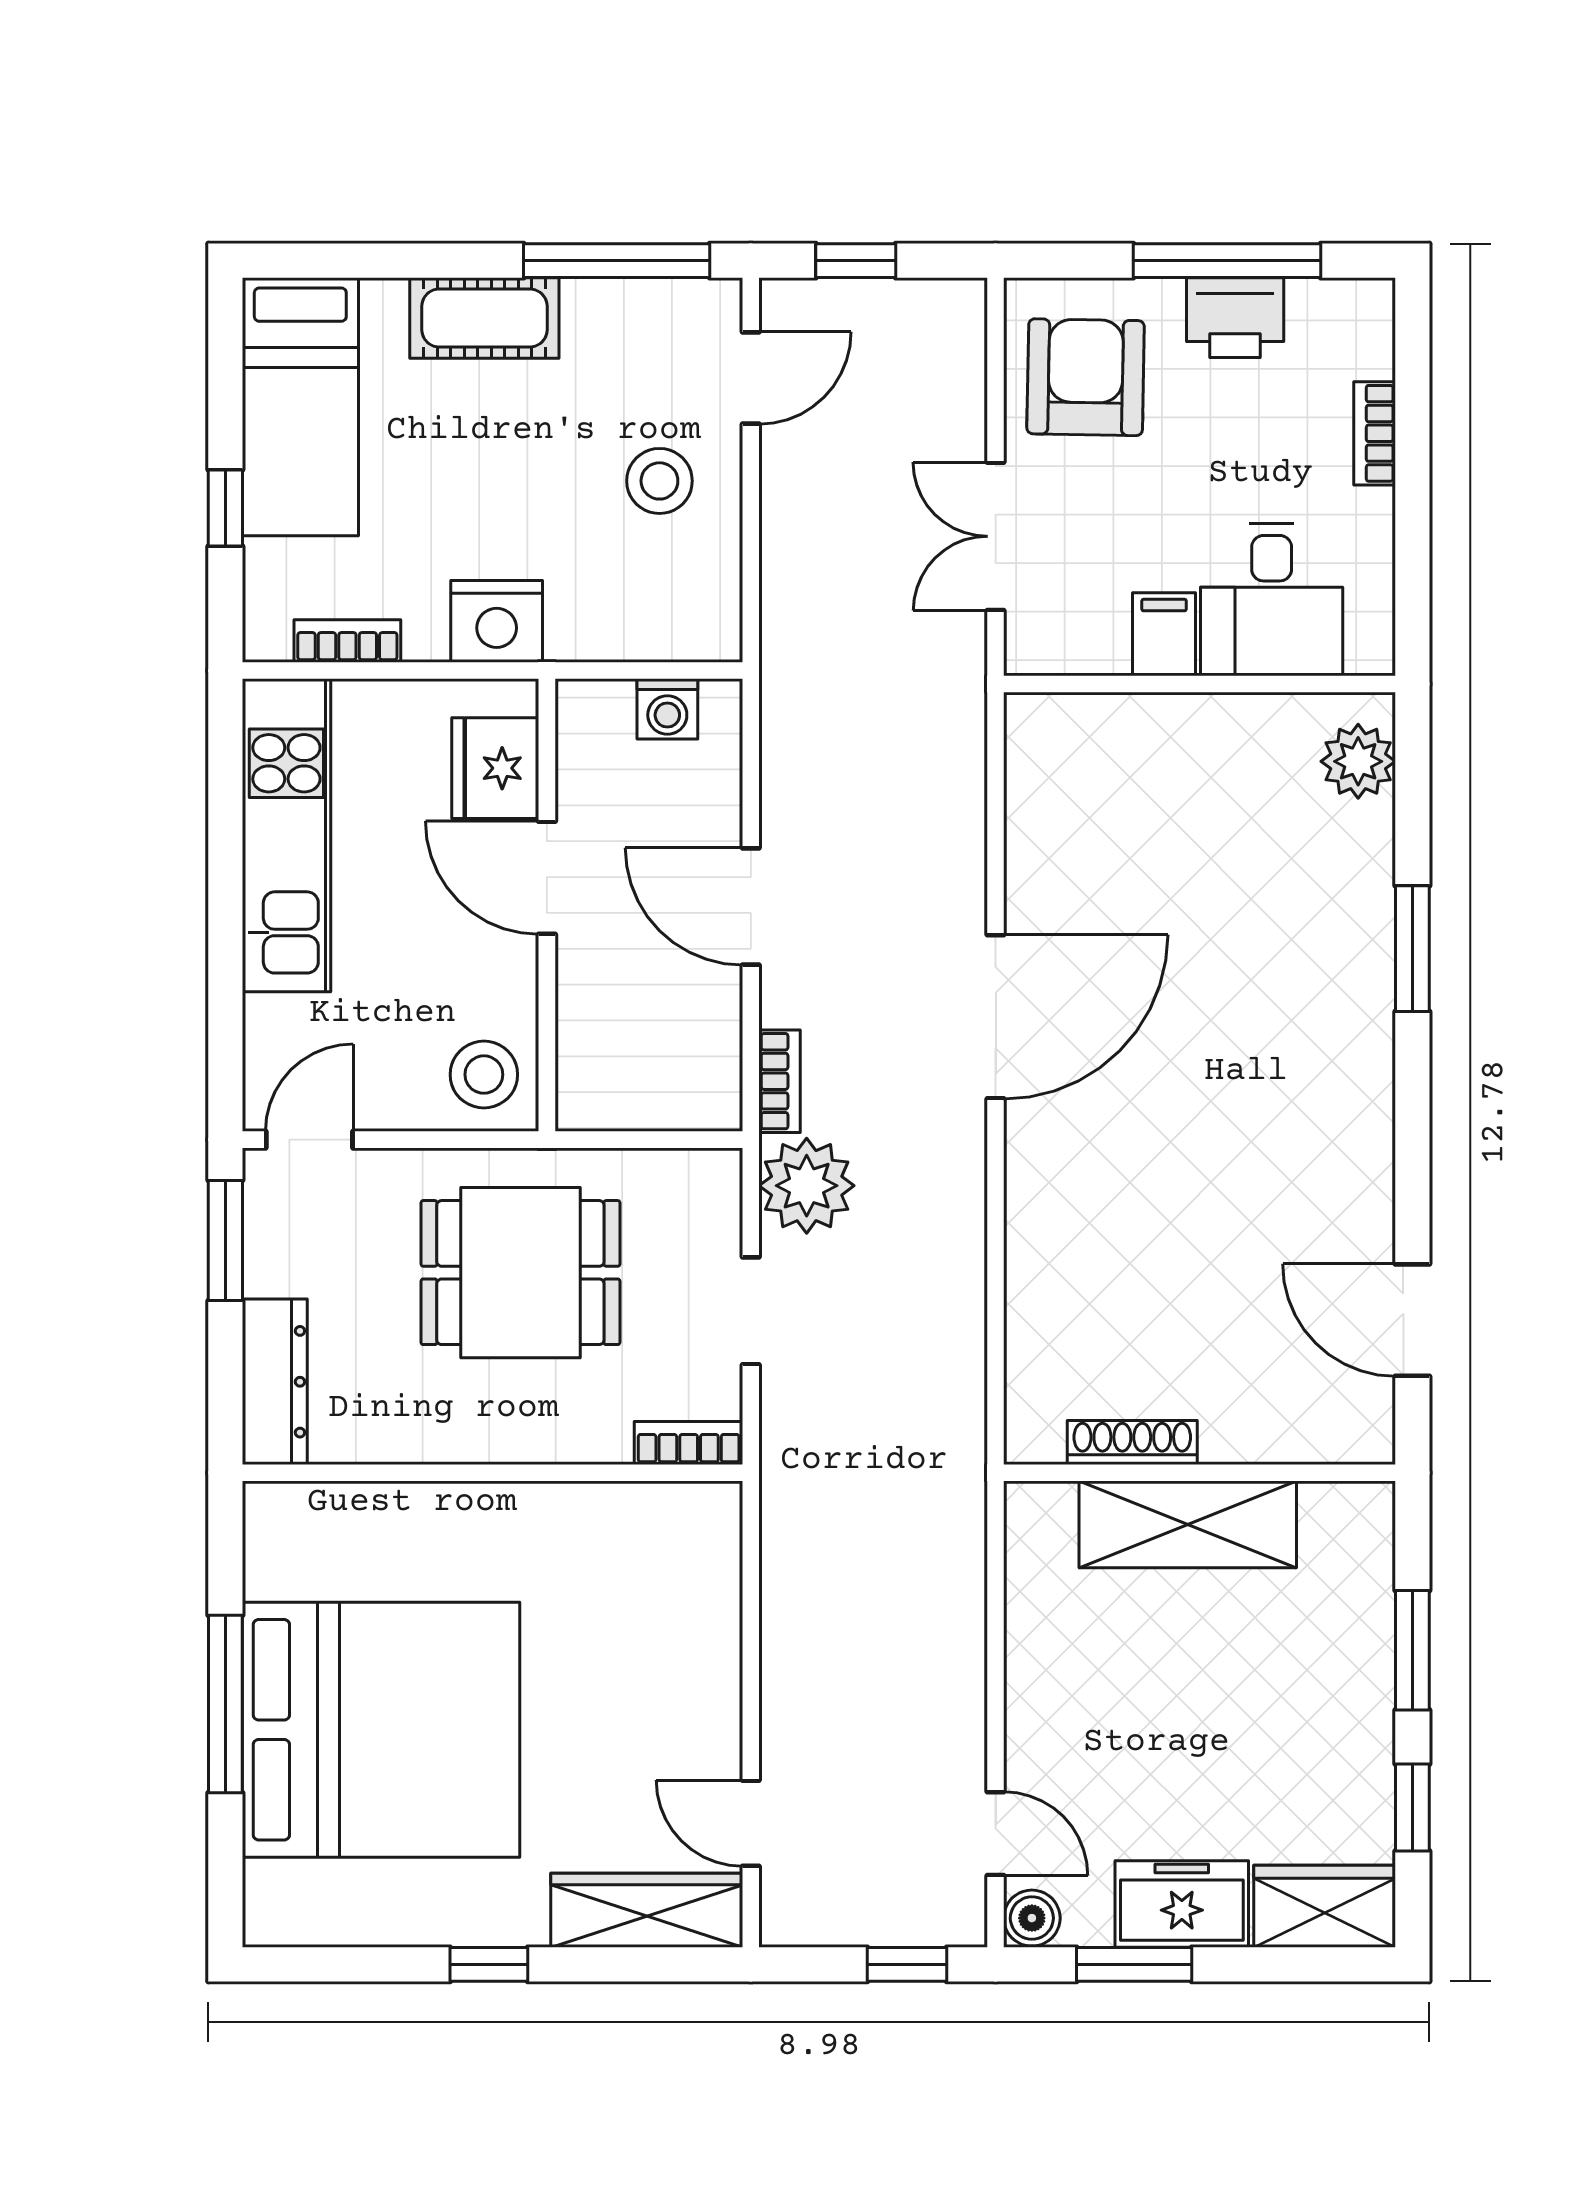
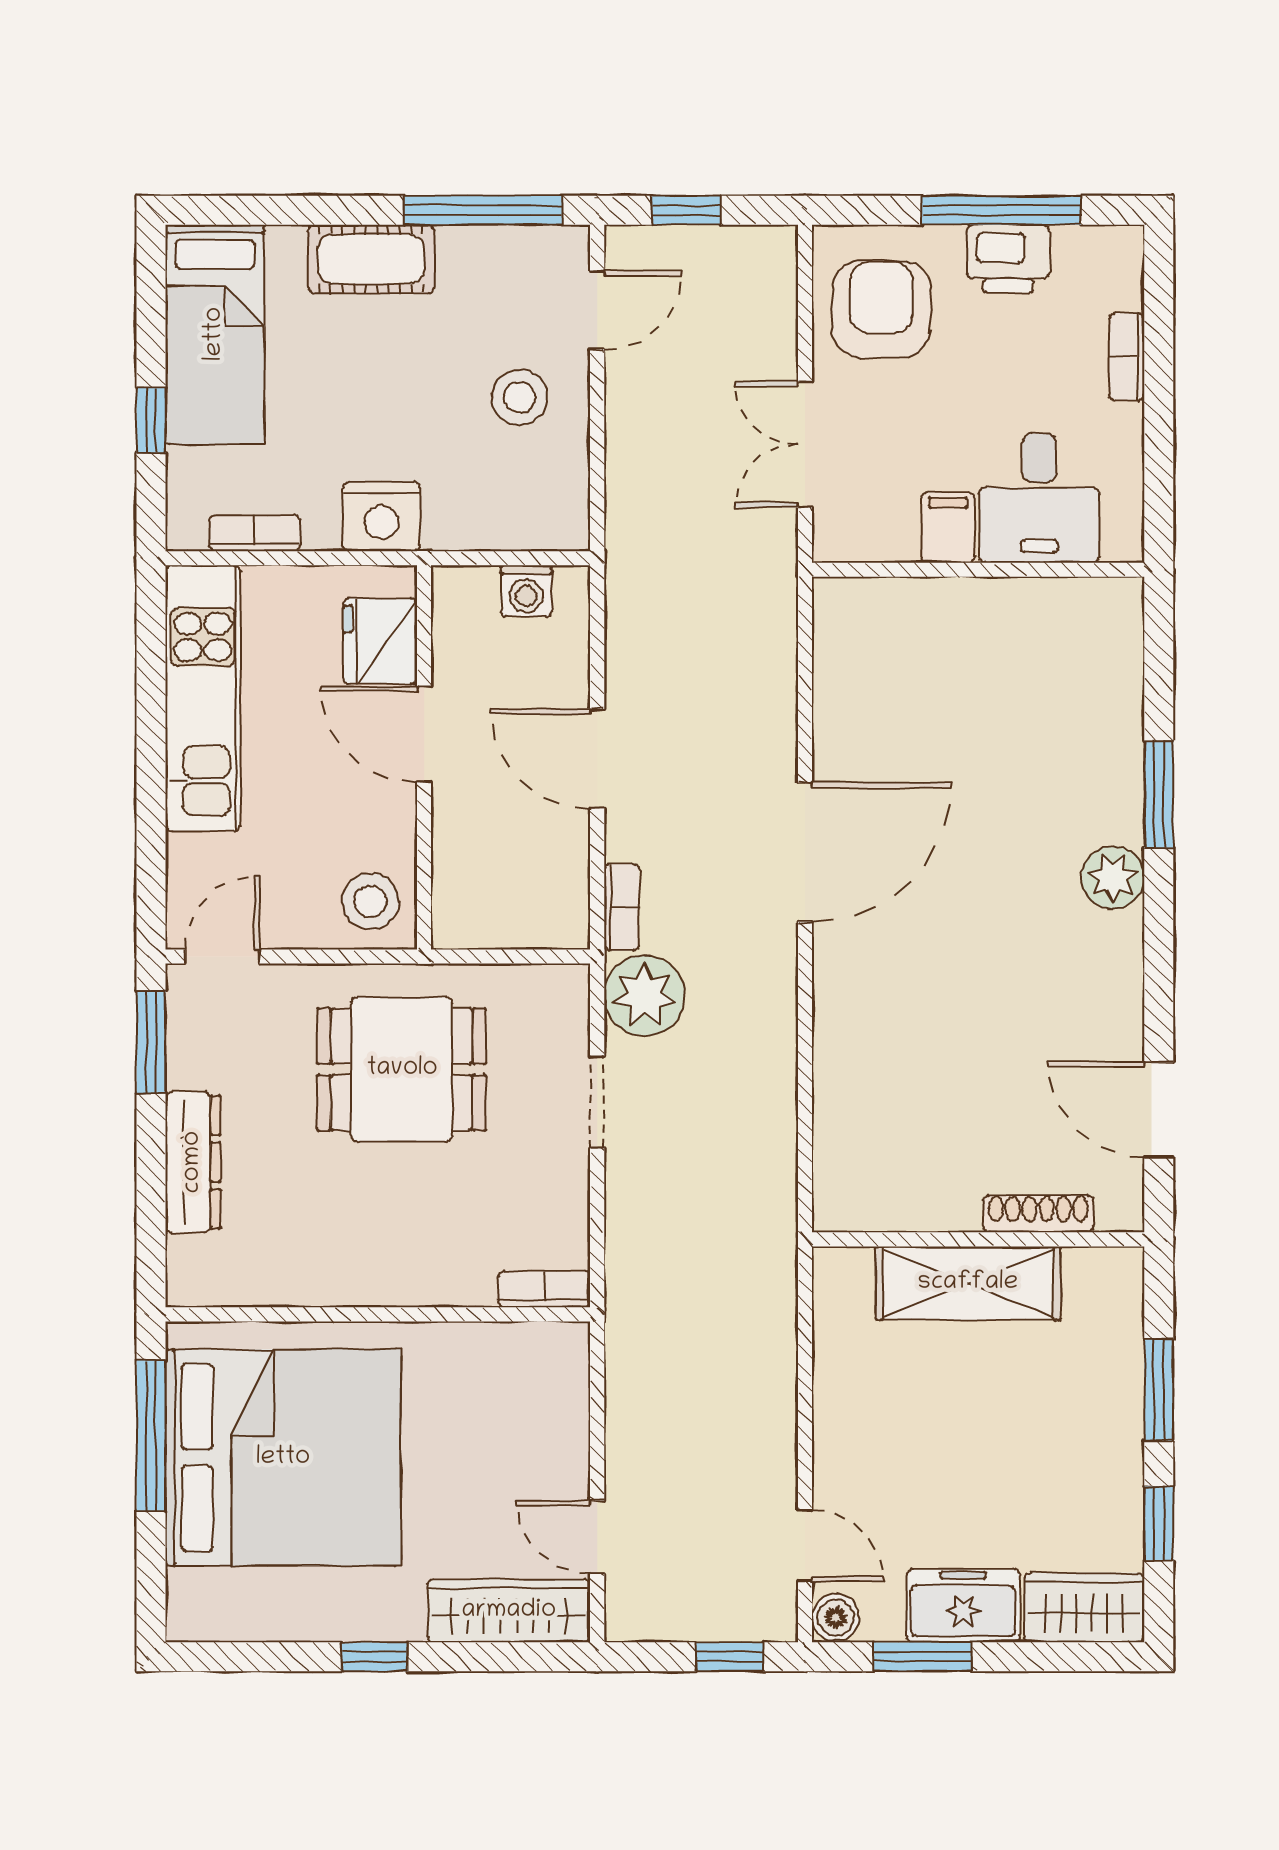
plant: (1358, 761) -> (1113, 878), moved
bookcase: (689, 1443) -> (544, 1289), moved
shoe rack: (1132, 1443) -> (1038, 1214), moved
wall: (492, 1473) -> (378, 1314), moved

